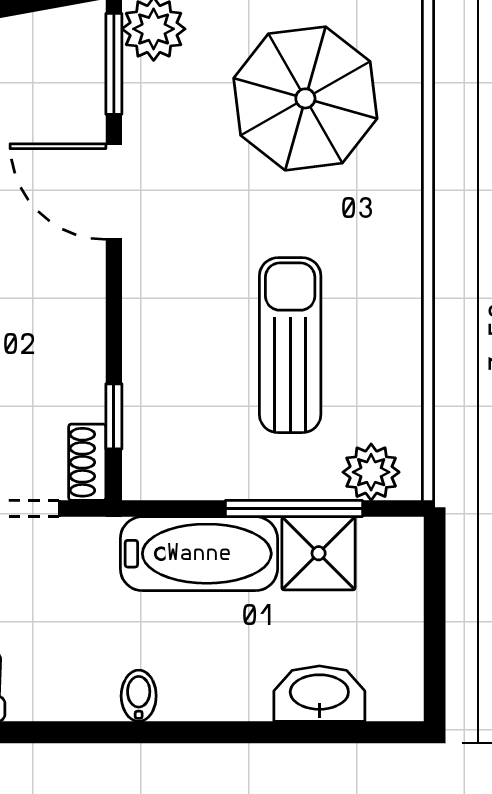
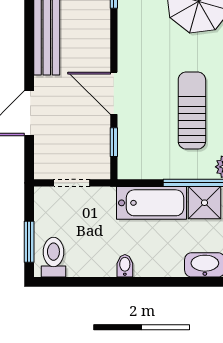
door: (114, 192) -> (114, 93), moved
shoe rack: (87, 462) -> (102, 162), removed

